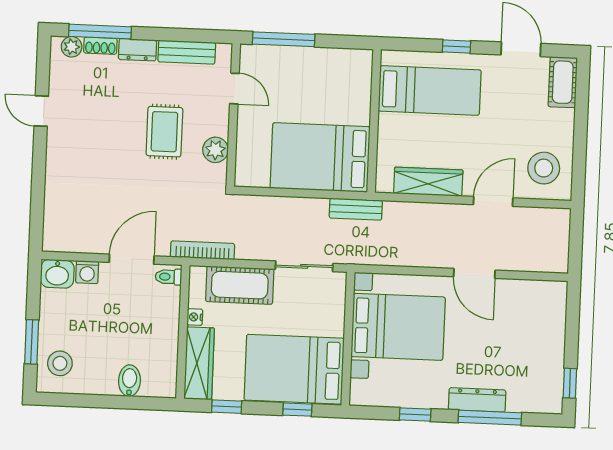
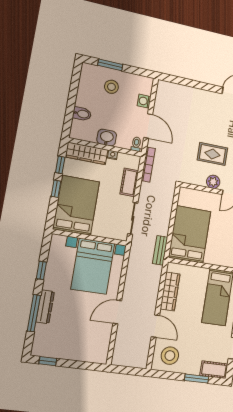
window: (581, 113) -> (197, 379), added
plant: (215, 150) -> (213, 182), moved
washbasin: (57, 274) -> (107, 138), moved, turned 90
cot: (240, 285) -> (129, 182), width x0.73, depth x0.75
stool: (60, 363) -> (111, 87), moved
window: (297, 410) -> (56, 189), moved

